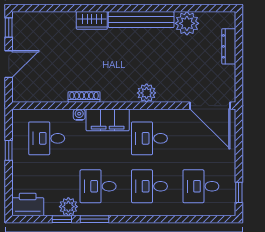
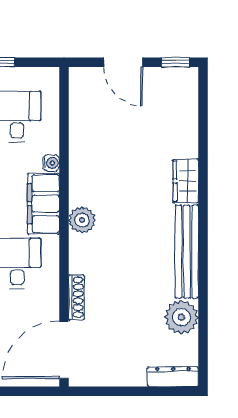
dresser: (229, 46) -> (173, 377), moved
plant: (147, 93) -> (82, 220), moved
shoe rack: (84, 97) -> (76, 297), moved

